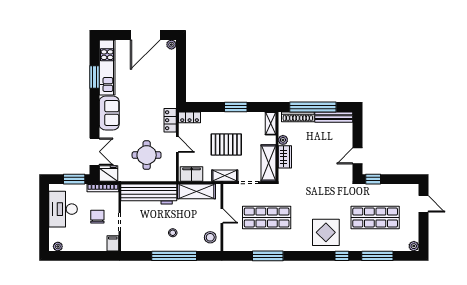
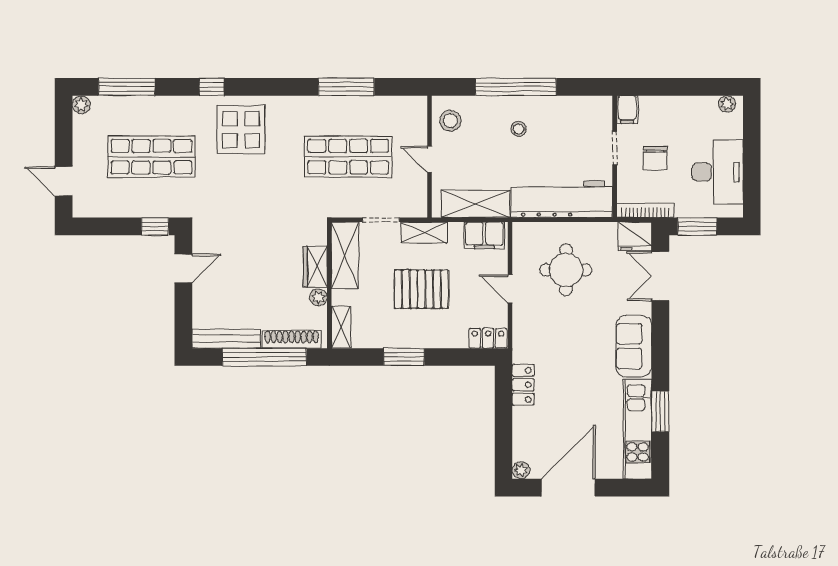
locker: (170, 120) -> (523, 385), moved
window: (377, 256) -> (127, 87), moved

